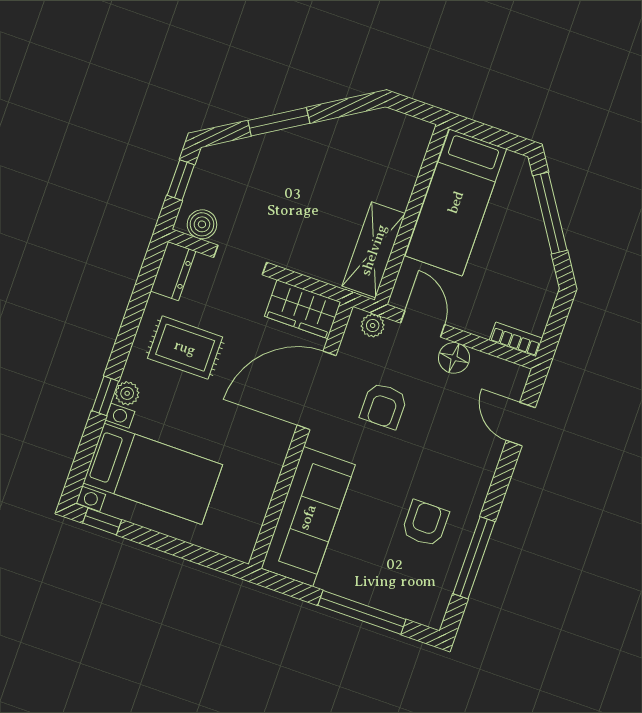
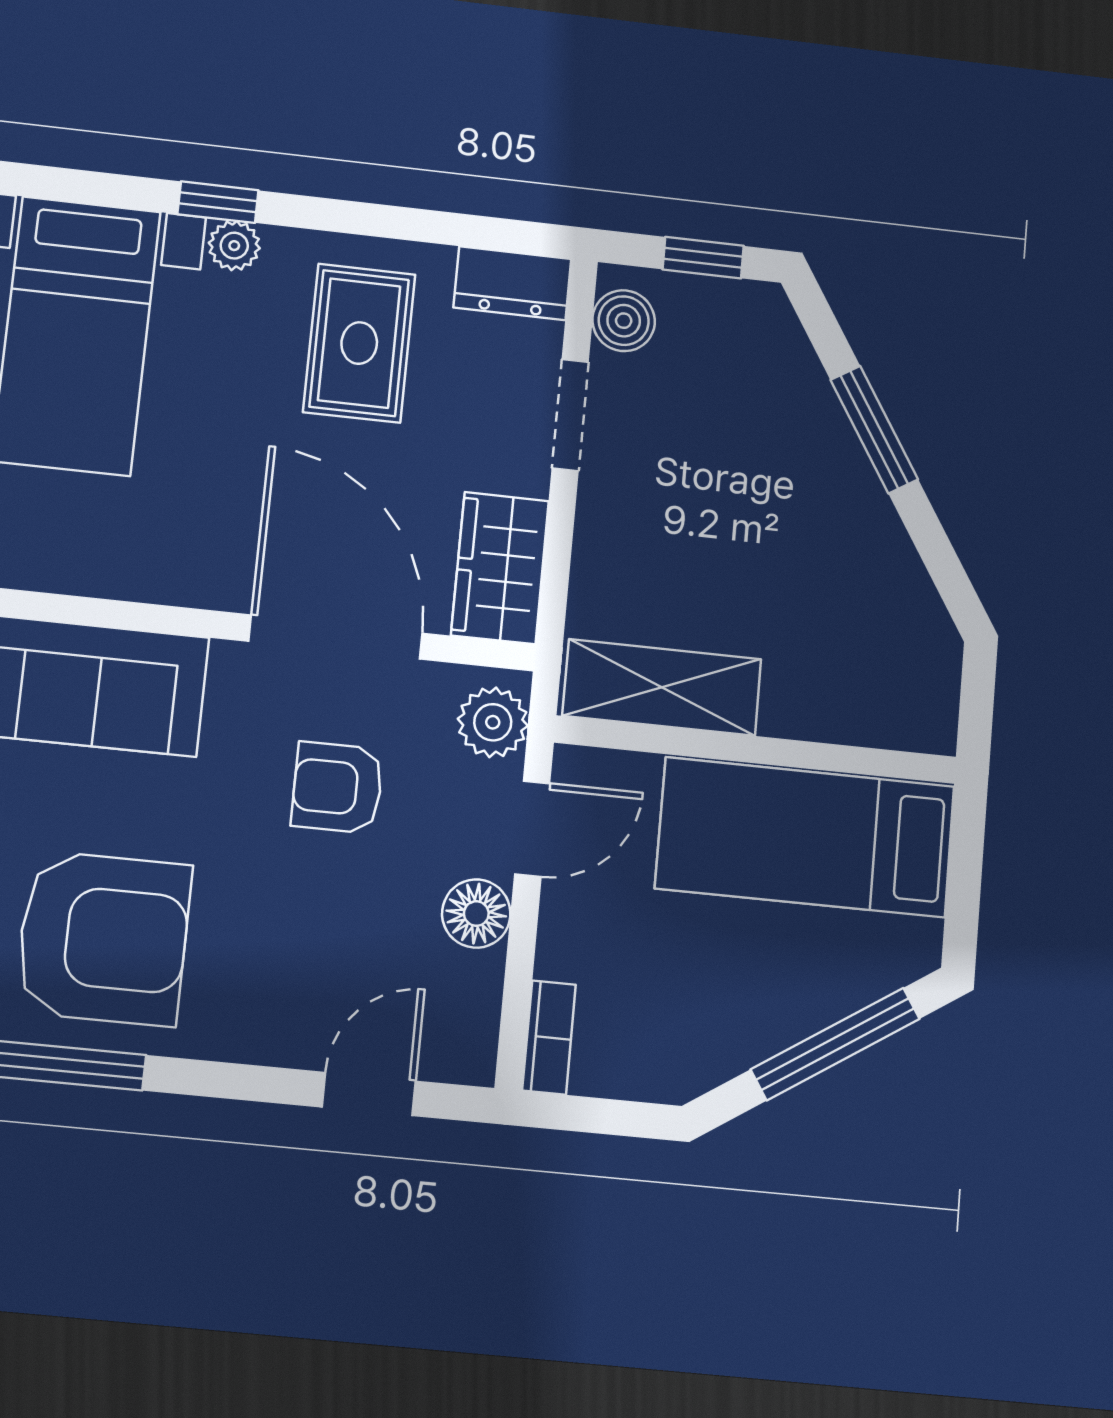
plant: (373, 325) -> (493, 722), width x1.38, depth x1.38
armchair: (425, 523) -> (103, 938), width x1.88, depth x1.88

